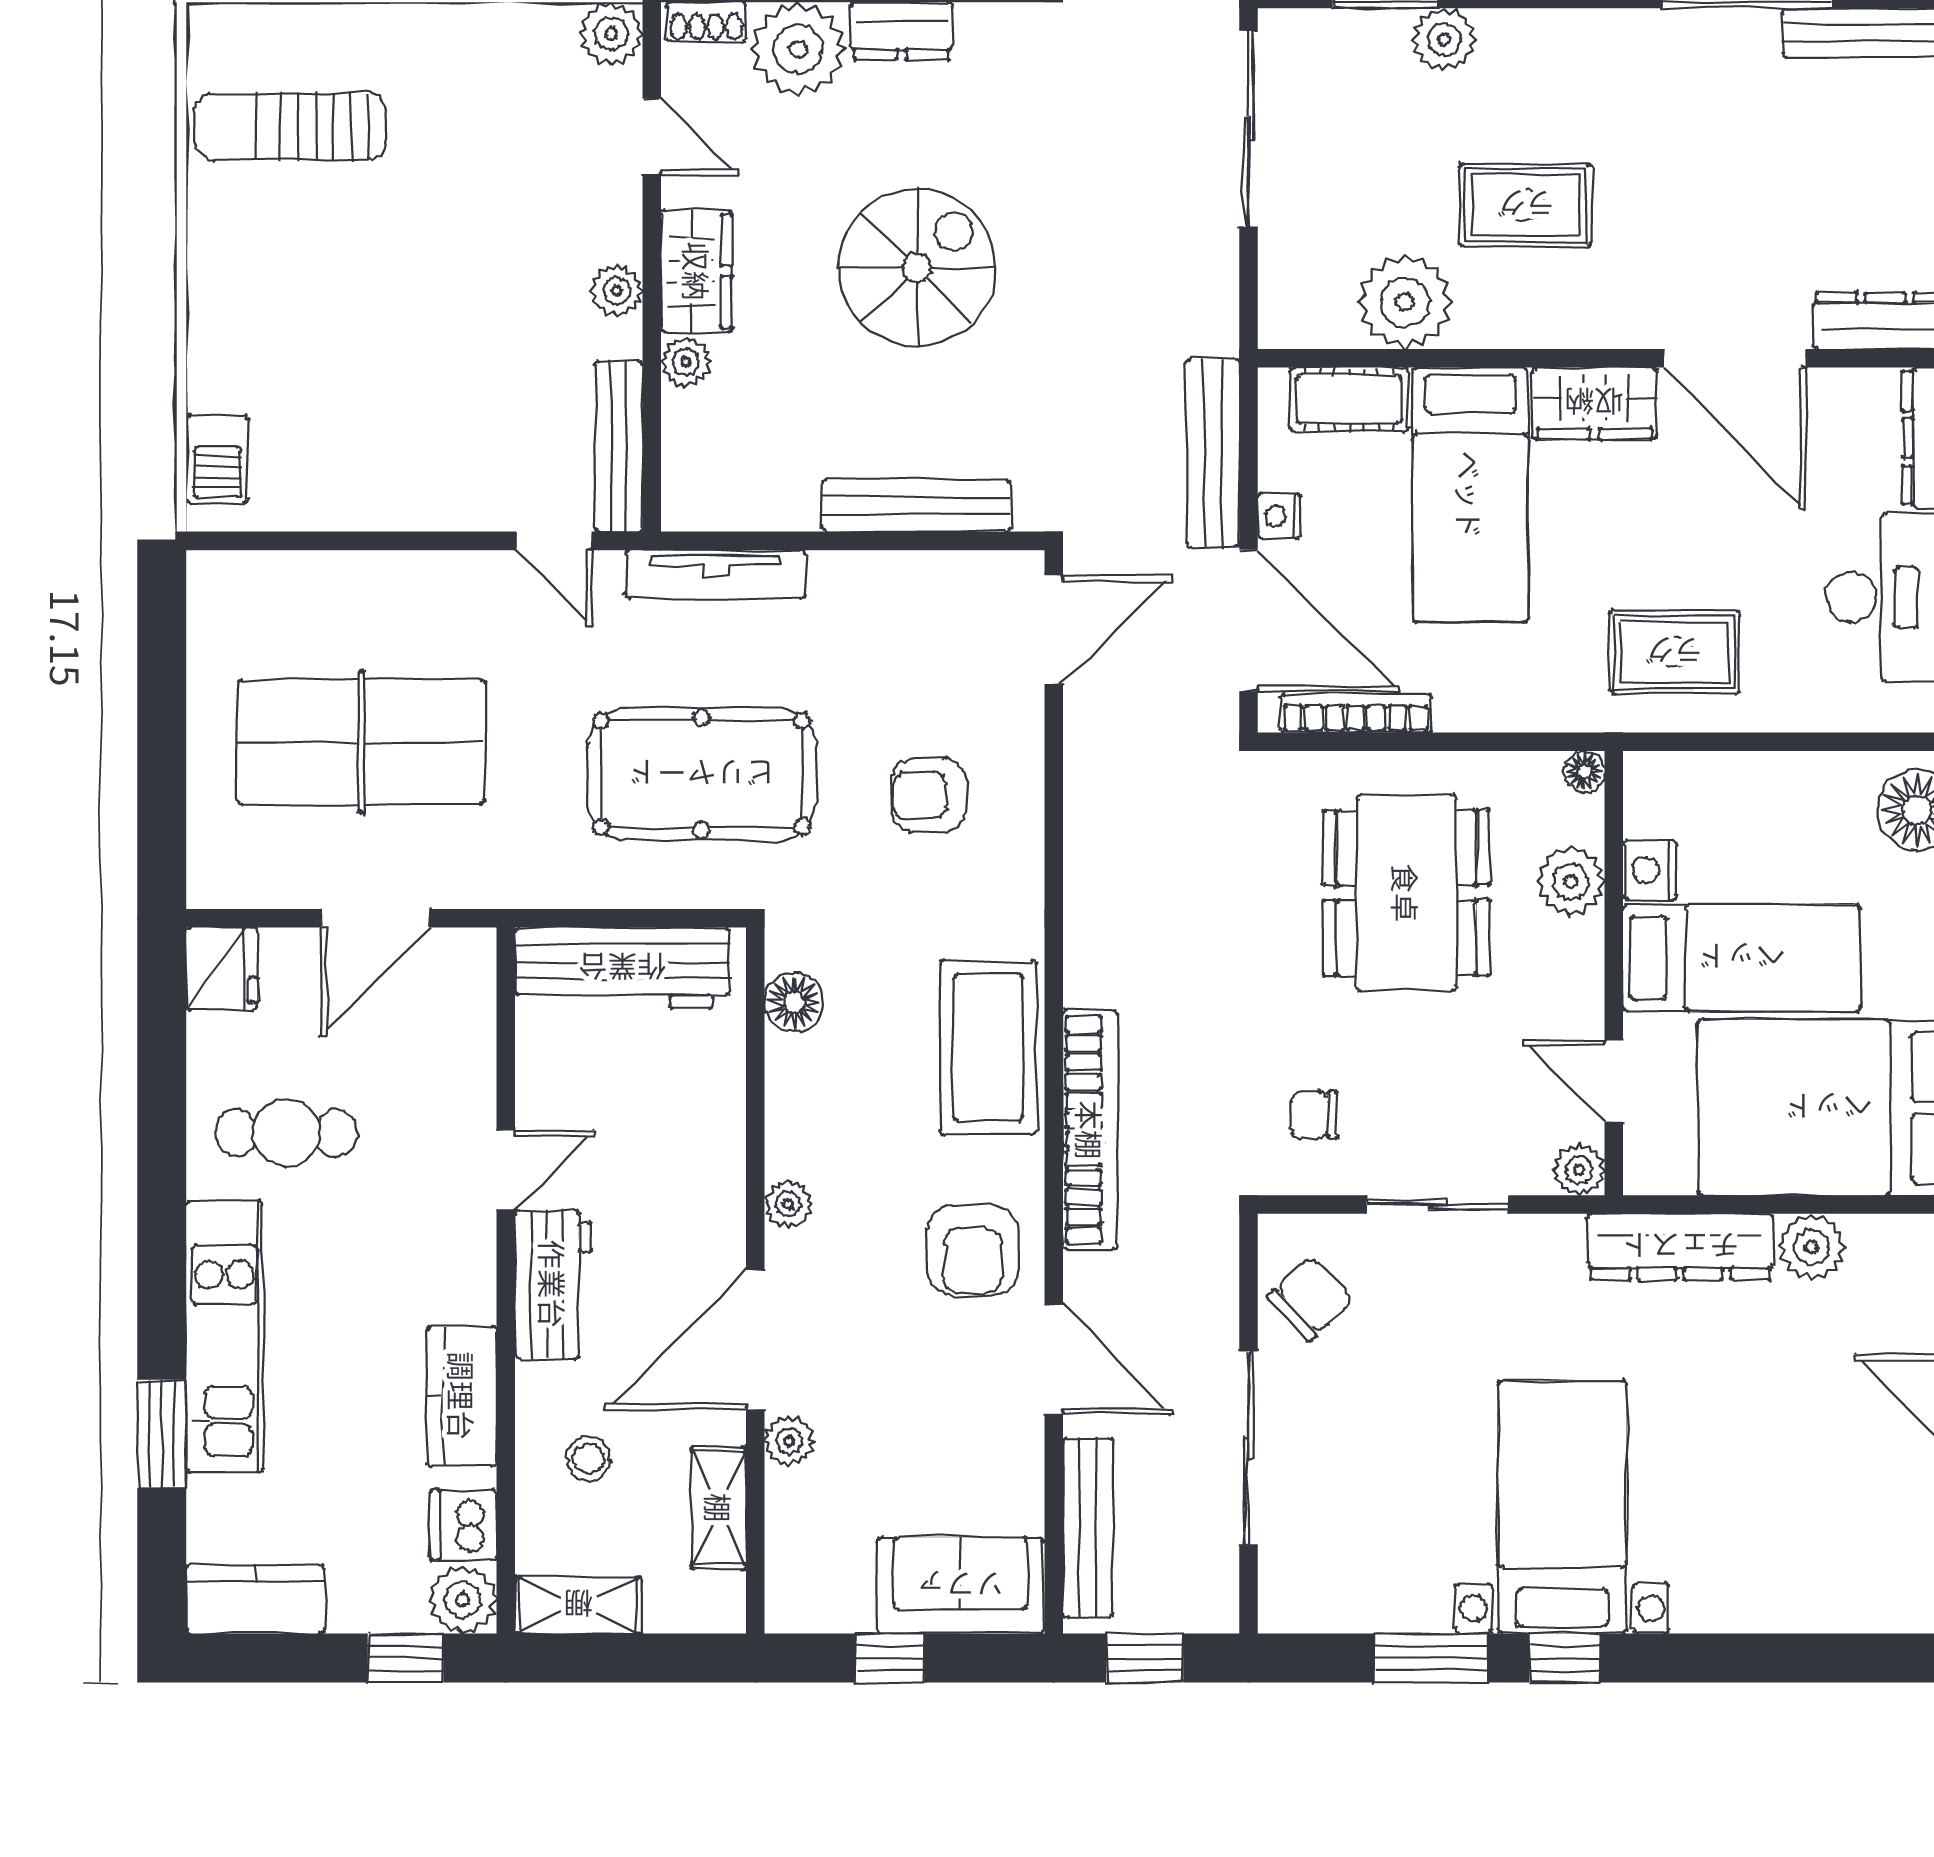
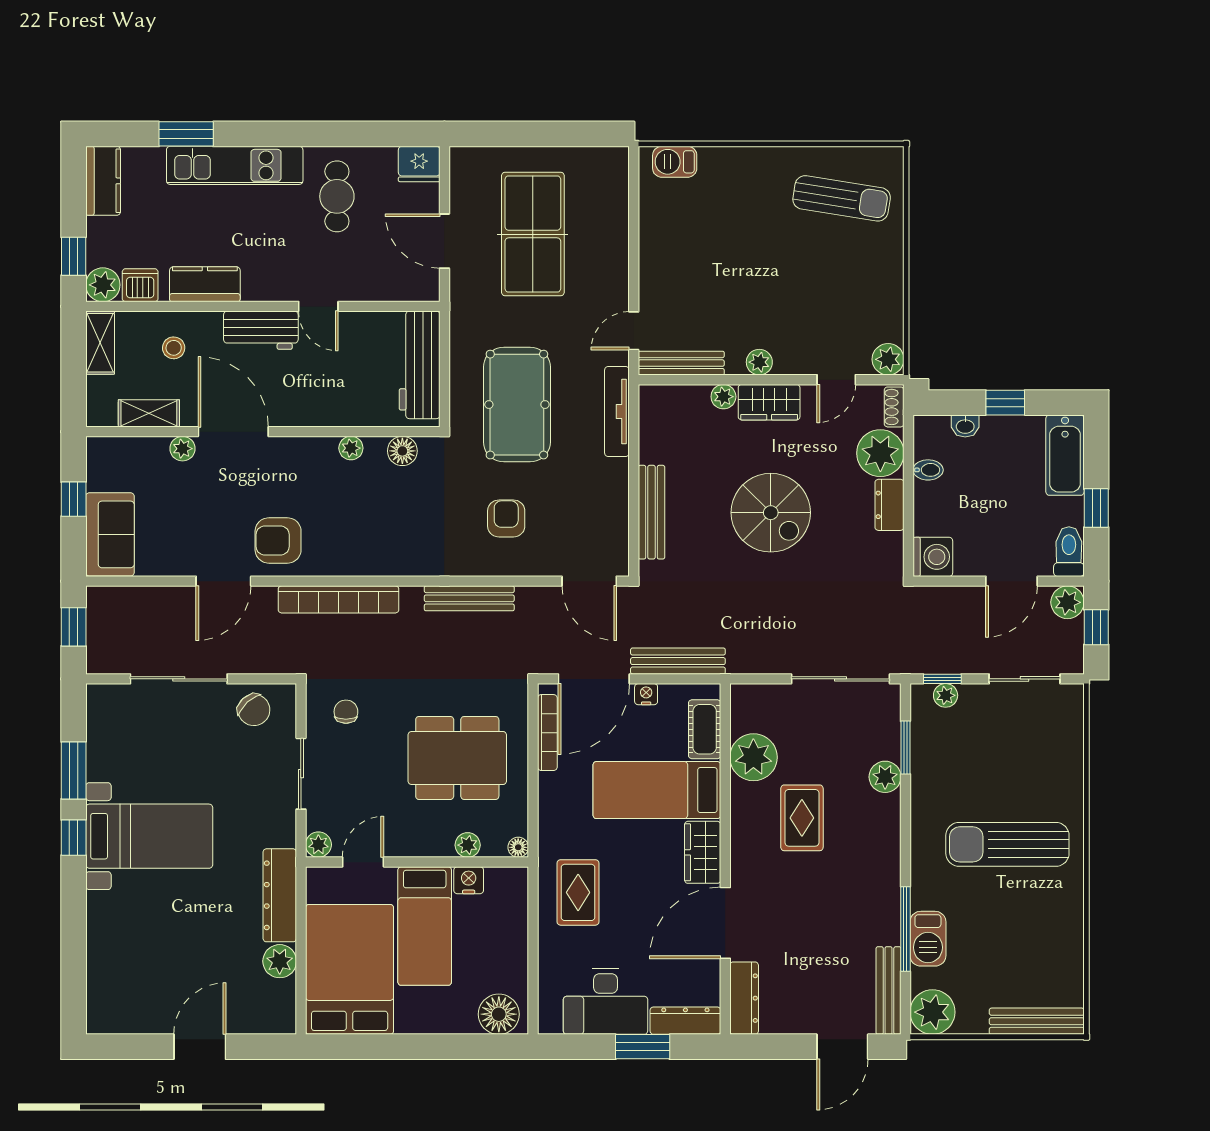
sun lounger: (290, 126) -> (842, 198), turned 99
plant: (1571, 881) -> (468, 845), width x0.73, depth x0.73
coffee table: (988, 1047) -> (380, 548), removed
plant: (788, 1204) -> (351, 448), moved
bench: (1088, 1528) -> (469, 598), moved

